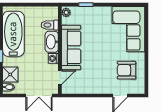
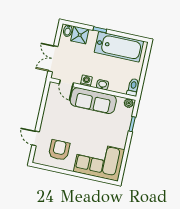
toilet: (50, 25) -> (133, 87), moved
washbasin: (52, 42) -> (103, 85), width x0.52, depth x0.69

